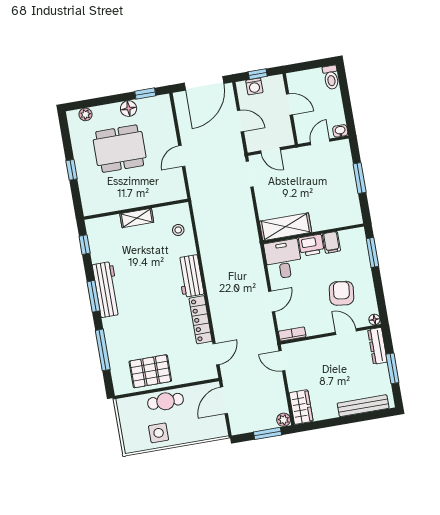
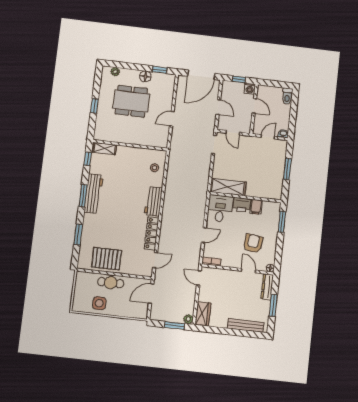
washing machine: (254, 86) -> (250, 89), moved
shelving: (137, 218) -> (105, 148), moved
window: (103, 350) -> (78, 234), width x0.69

